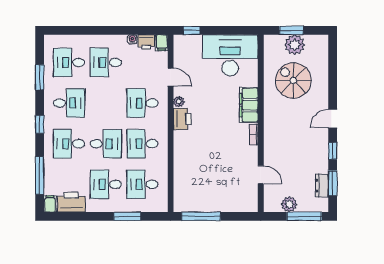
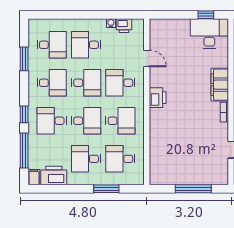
window: (192, 30) -> (206, 15), moved
filing cabinet: (162, 43) -> (138, 26), removed
desk: (230, 55) -> (209, 34), width x0.73, depth x0.77
desk: (69, 62) -> (52, 45), turned 180
plant: (179, 102) -> (154, 81), removed
desk: (106, 103) -> (86, 83), added
window: (40, 124) -> (24, 114), moved
desk: (142, 144) -> (120, 121), turned 180
window: (201, 216) -> (193, 189), moved

